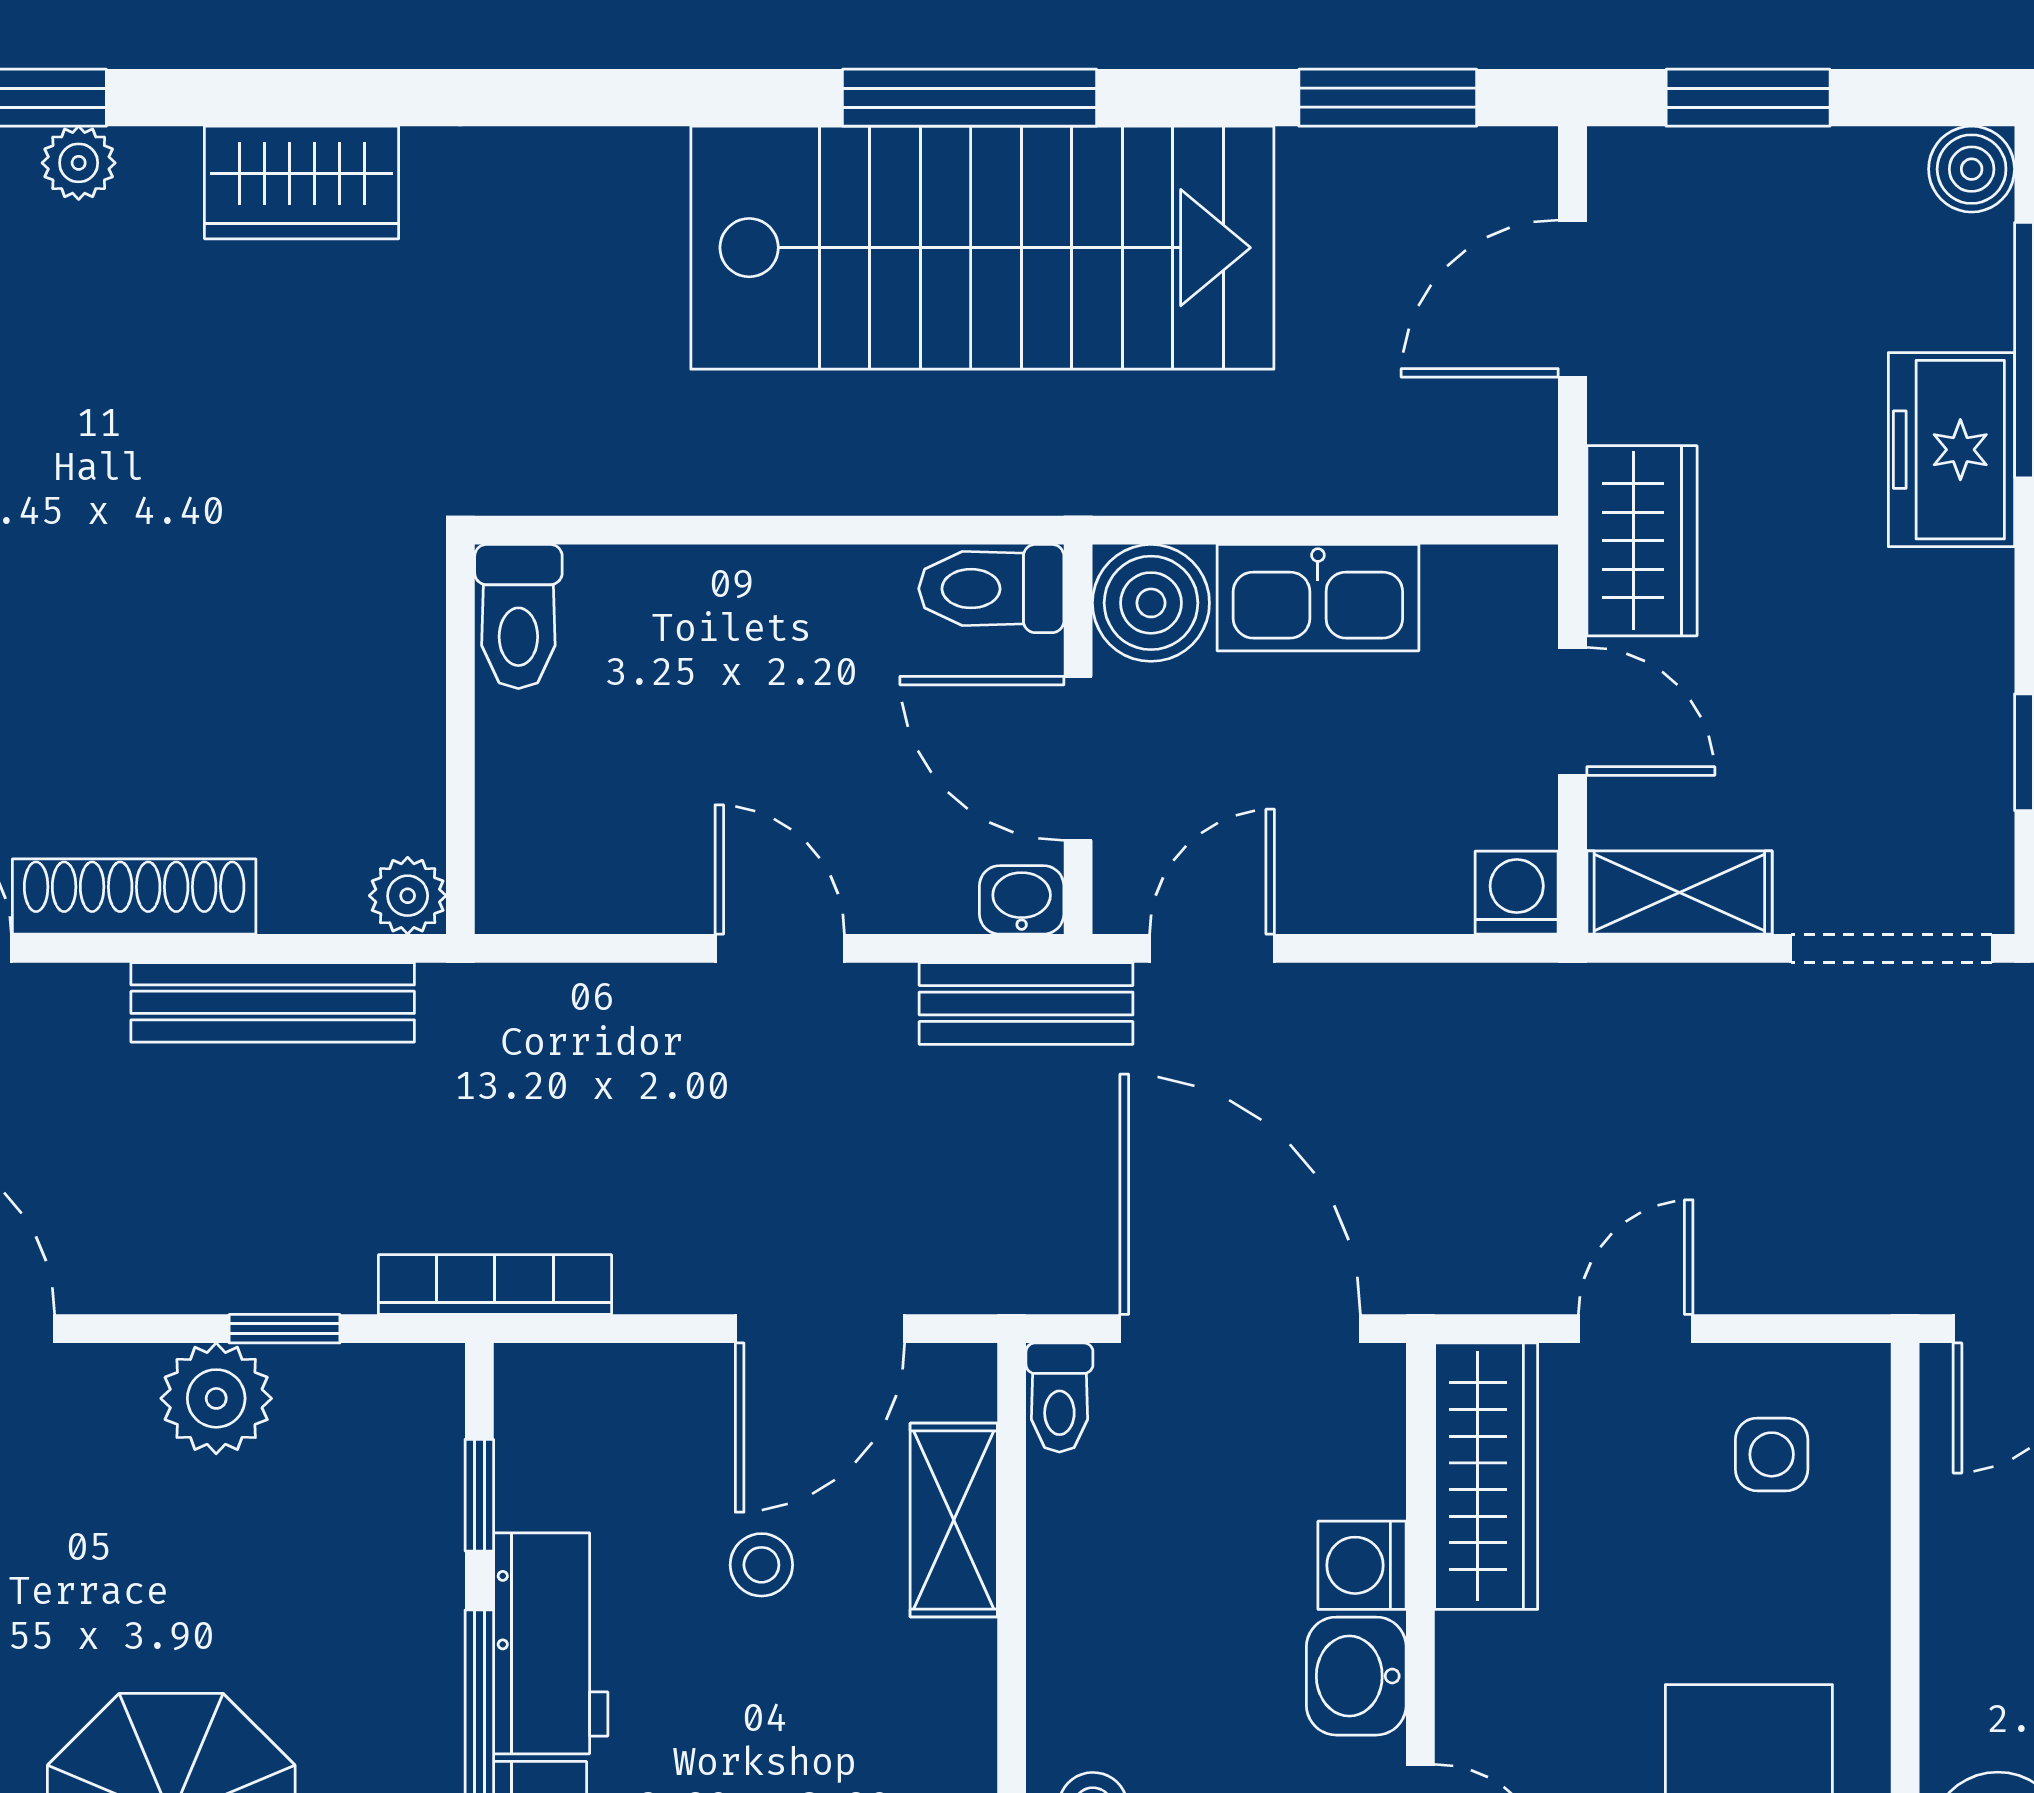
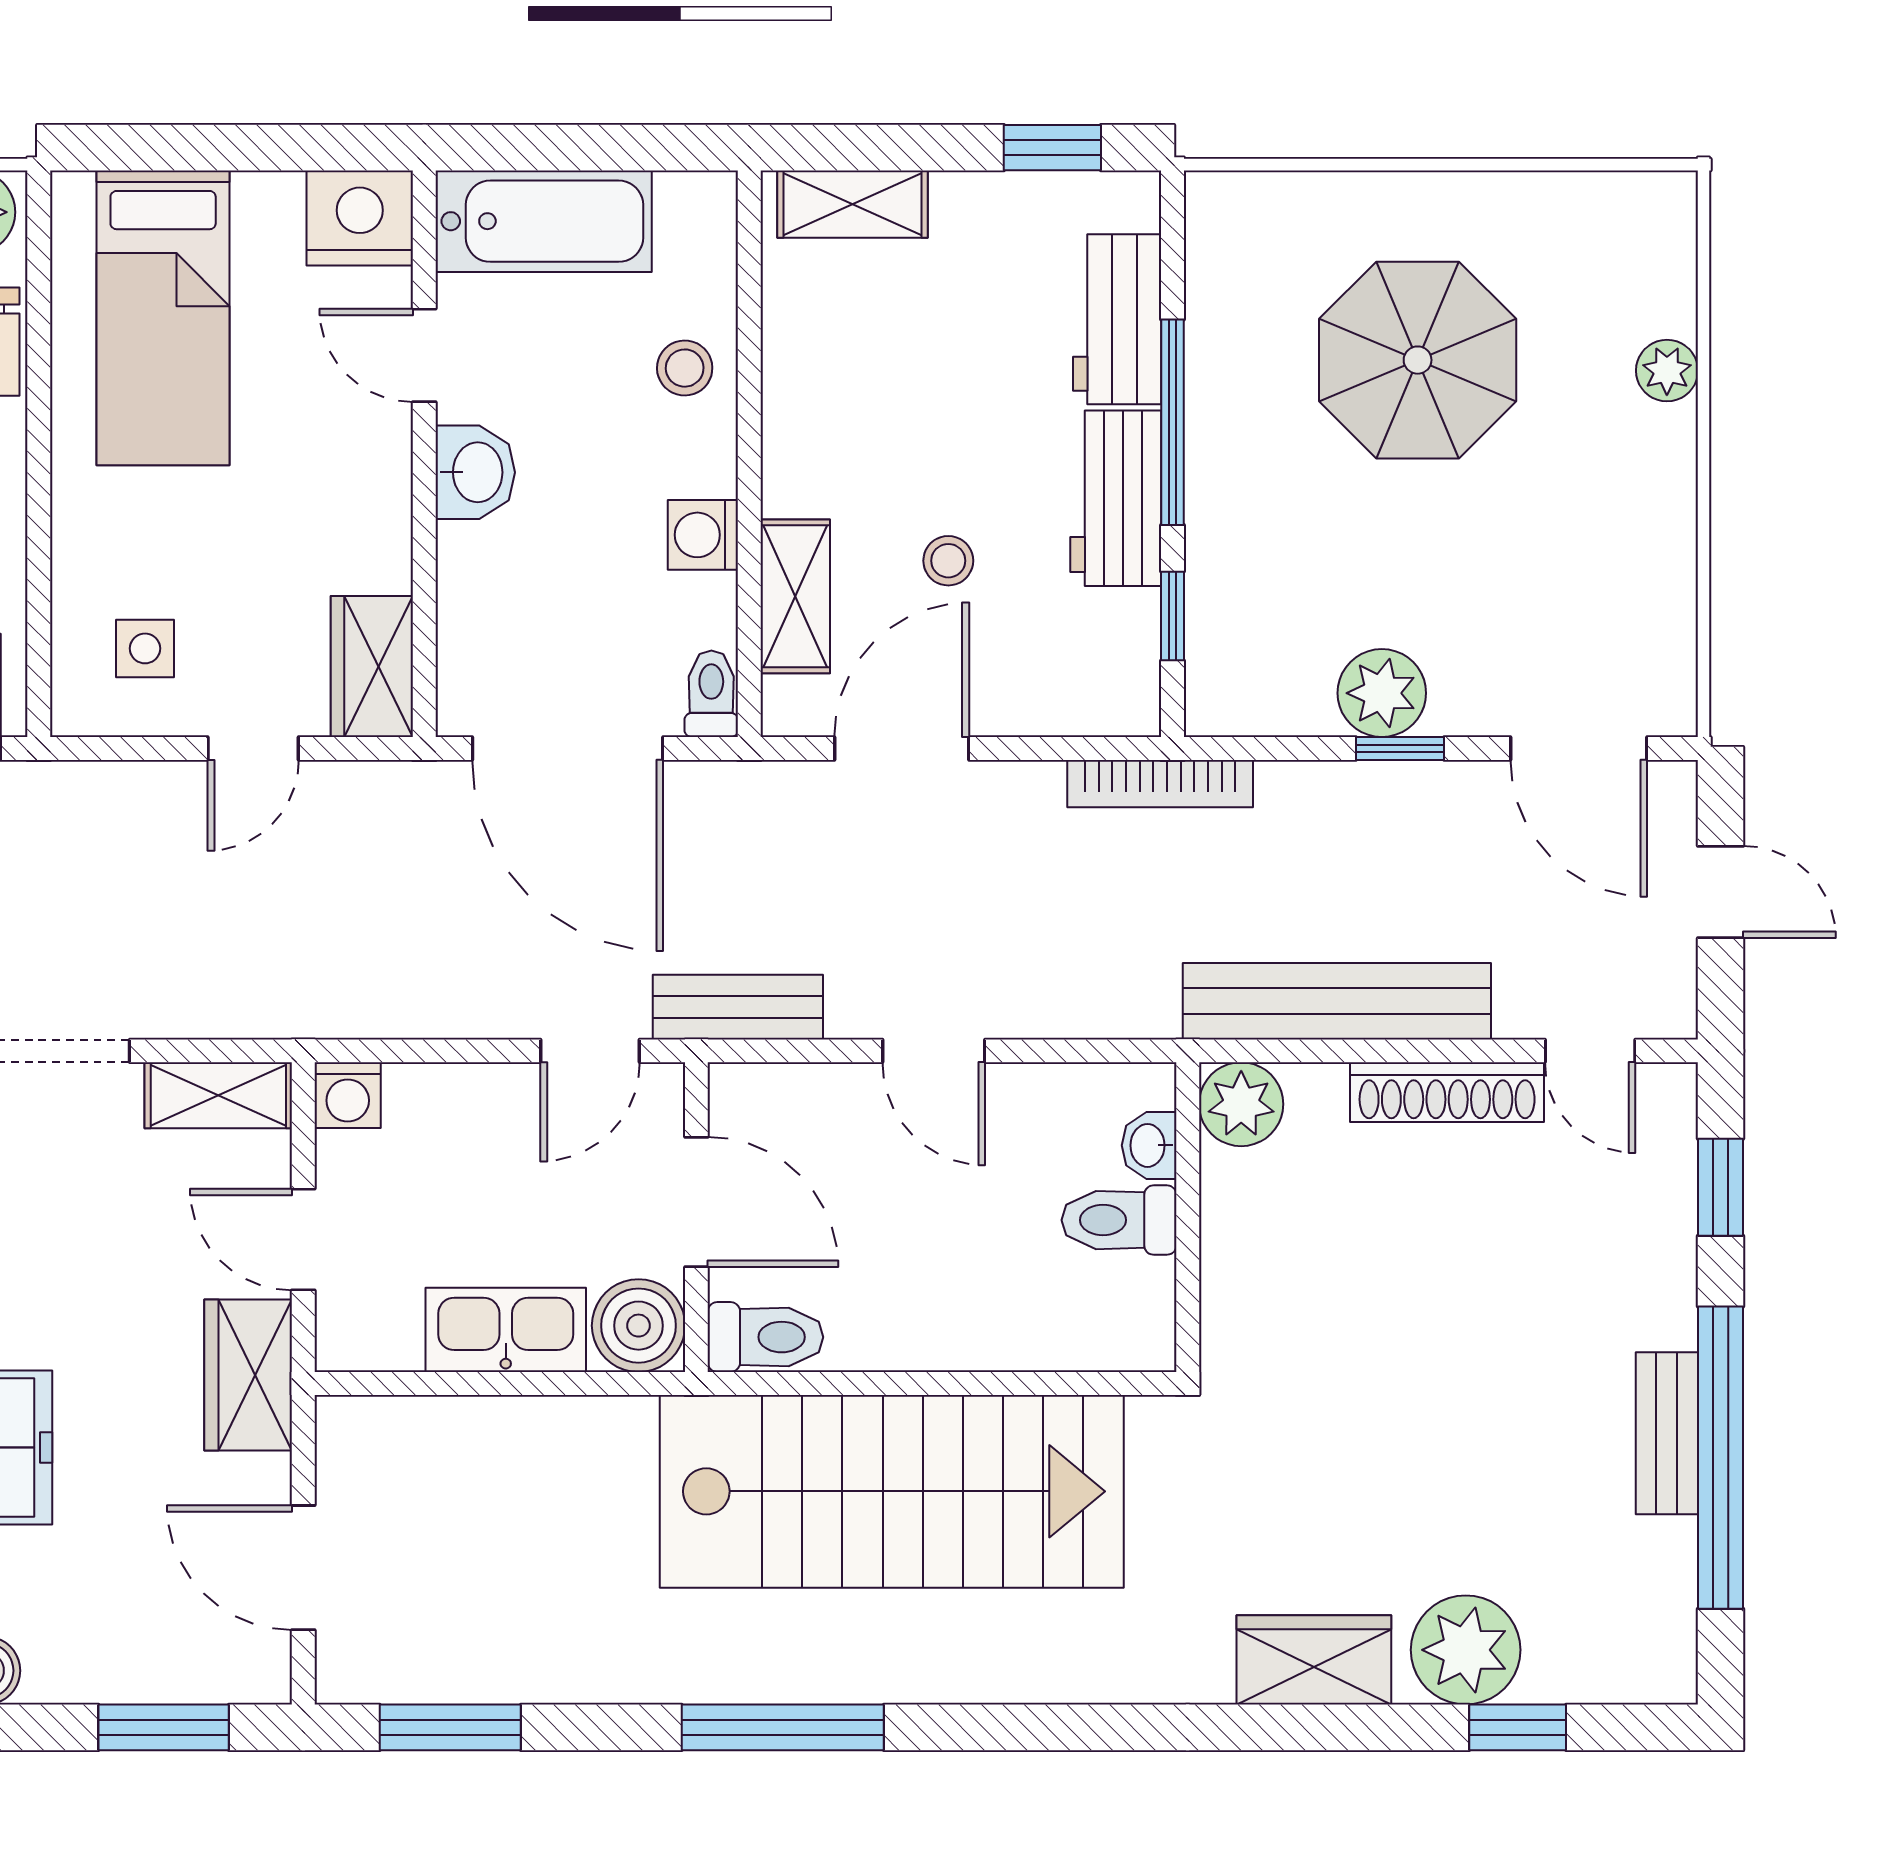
plant: (79, 163) -> (1466, 1650), width x1.88, depth x1.88
stairs: (982, 248) -> (892, 1491), moved, turned 180
door: (1573, 299) -> (303, 1568), swing flipped
toilet: (518, 617) -> (1119, 1220), moved, turned -90
plant: (408, 896) -> (1241, 1104), width x1.38, depth x1.38
washbasin: (1022, 900) -> (1149, 1145), moved, turned 90
bench: (273, 1002) -> (1337, 1001), width x1.37, depth x1.21
window: (285, 1329) -> (1400, 748), moved
wardrobe: (1486, 1476) -> (372, 667), width x0.67
washing machine: (1362, 1565) -> (703, 535), moved, turned 180

